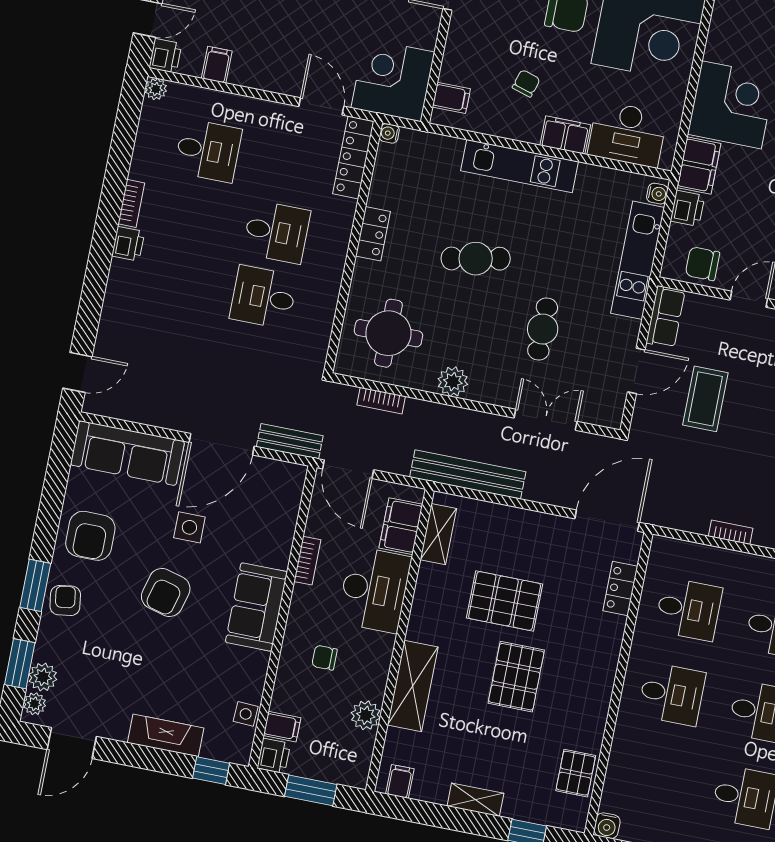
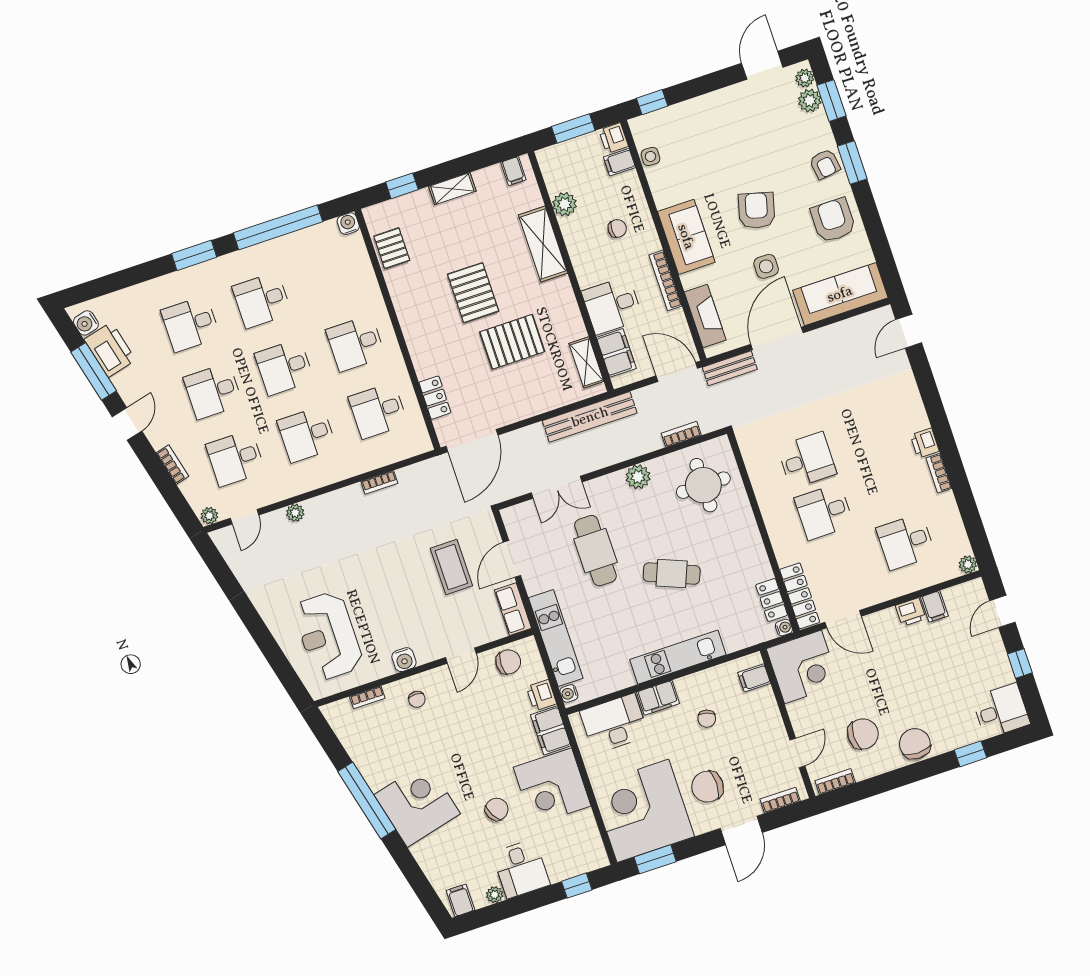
printer: (165, 56) -> (911, 612), moved, turned -90
locker: (373, 234) -> (772, 600), moved
cafe table: (476, 259) -> (672, 574), turned 33
cafe table: (543, 329) -> (595, 551), width x1.37, depth x1.35
bookcase: (307, 561) -> (665, 280), width x1.56
desk: (374, 590) -> (612, 305), width x0.73
fireplace: (166, 735) -> (705, 316), moved, turned -90

